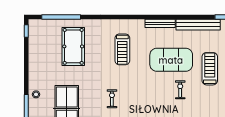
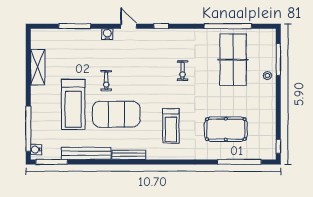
pool table: (73, 46) -> (226, 129), turned 90
treadmill: (122, 49) -> (171, 126), turned 180
treadmill: (210, 69) -> (73, 104), width x1.37, depth x1.38

